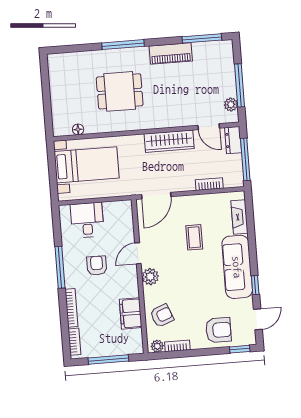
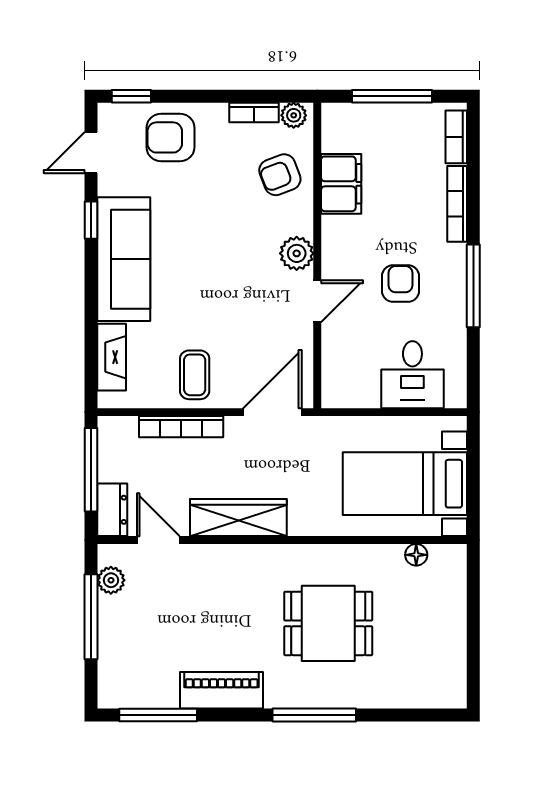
bookcase: (209, 184) -> (181, 427), width x1.56
coffee table: (194, 237) -> (195, 375), moved
armchair: (97, 266) -> (400, 284), turned 180

